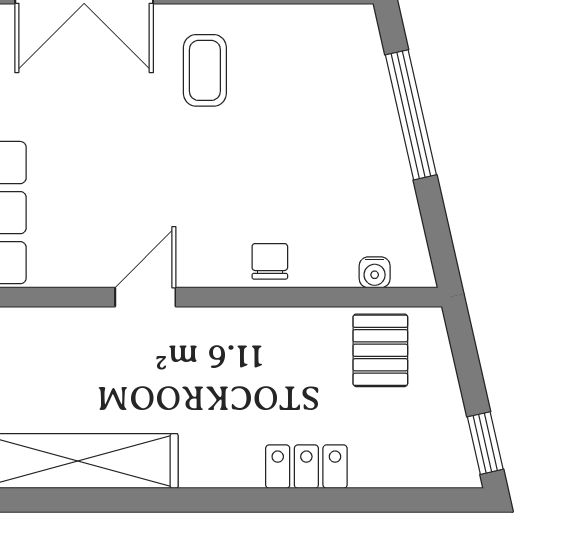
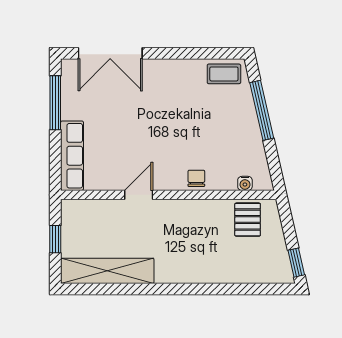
coffee table: (205, 70) -> (224, 74), moved, turned 90
locker: (306, 467) -> (213, 273), removed

